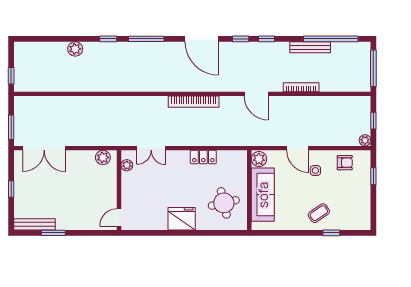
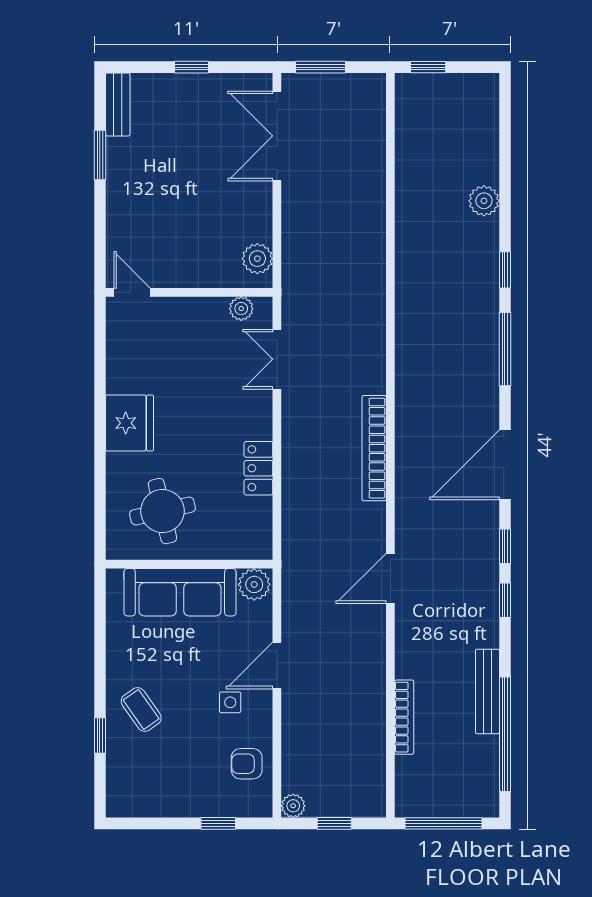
bookcase: (301, 87) -> (404, 717), moved
armchair: (345, 163) -> (247, 764), turned 90
bench: (35, 224) -> (118, 104), width x0.73

